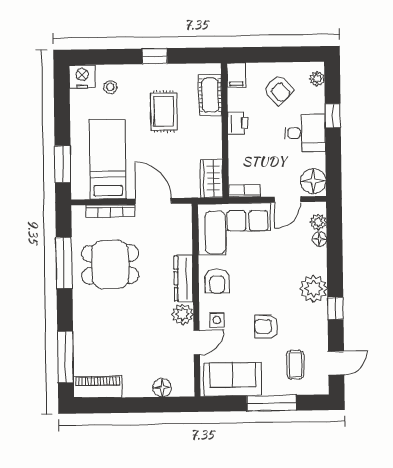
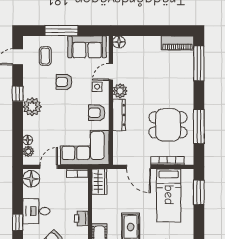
armchair: (217, 281) -> (97, 113), turned -90
armchair: (266, 326) -> (64, 82), turned 180
floor lamp: (162, 388) -> (119, 42), moved

